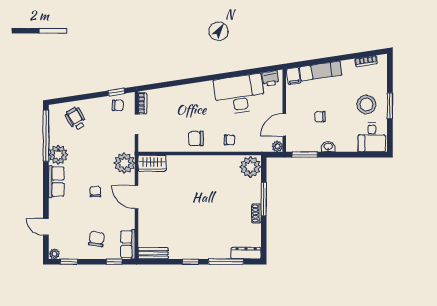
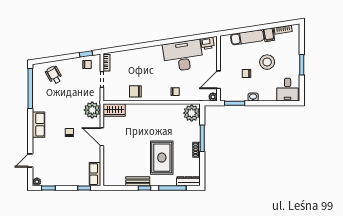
filing cabinet: (293, 76) -> (269, 35), moved
stool: (366, 104) -> (267, 62), moved
chair: (196, 139) -> (135, 91), moved
plant: (58, 155) -> (40, 104), removed
rug: (213, 223) -> (162, 158), added
door: (46, 227) -> (30, 160), hinge flipped
chair: (97, 239) -> (70, 170), removed
bench: (153, 253) -> (138, 181), moved

